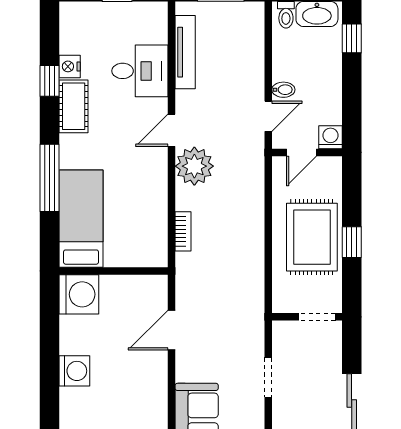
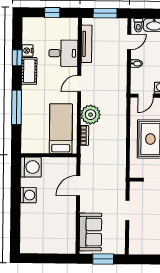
door: (268, 116) -> (129, 42), moved
plant: (194, 166) -> (91, 115), moved
bed: (81, 219) -> (61, 129), moved
washing machine: (74, 371) -> (28, 195), moved

